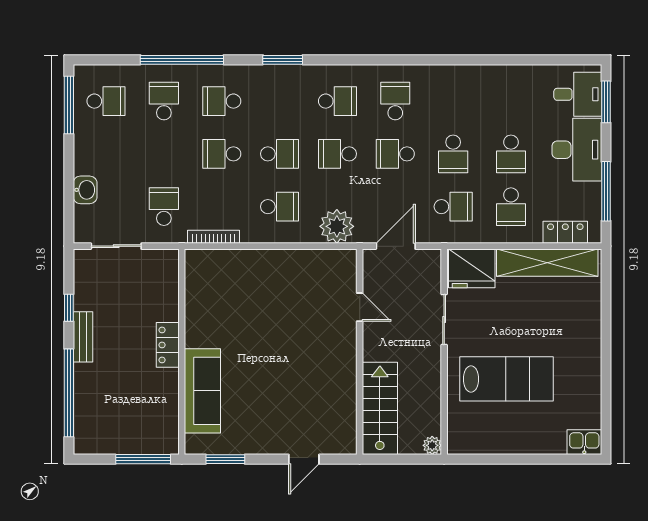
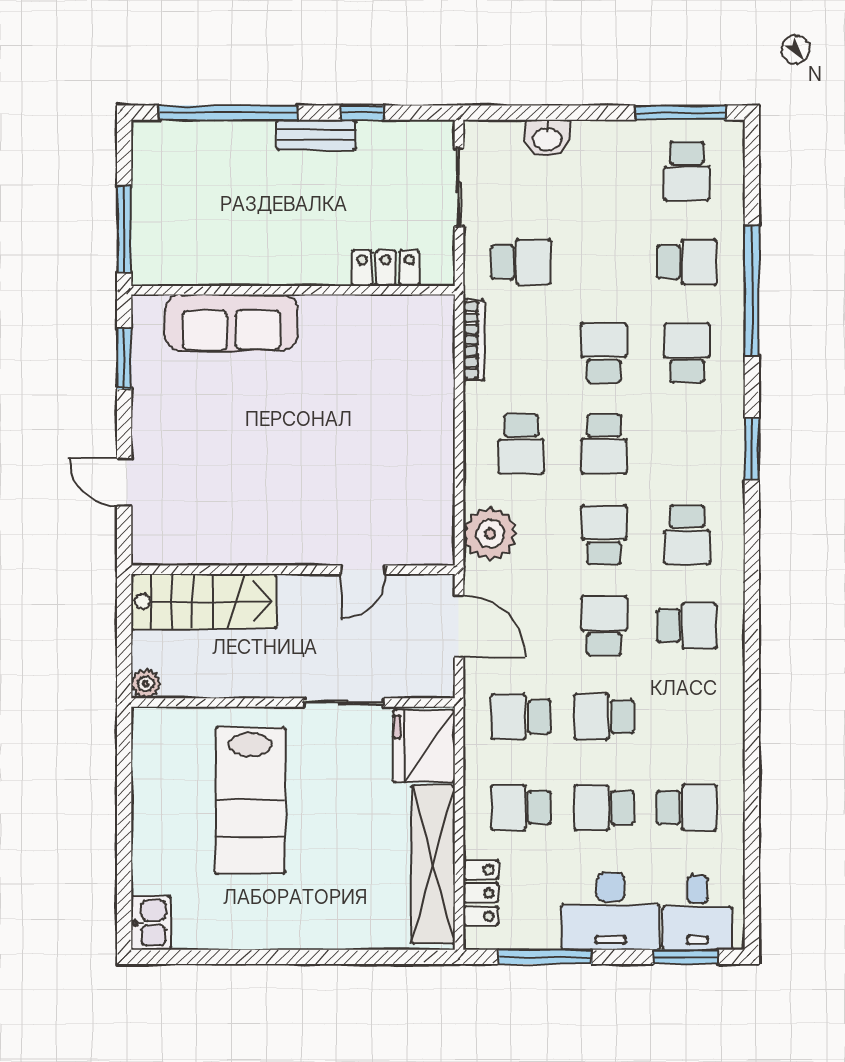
school desk: (511, 101) -> (687, 808), added
school desk: (453, 207) -> (521, 717), turned 90
locker: (168, 345) -> (386, 268), moved

